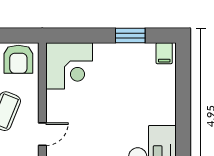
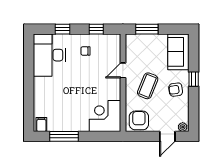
window: (130, 36) -> (64, 136), width x1.44

